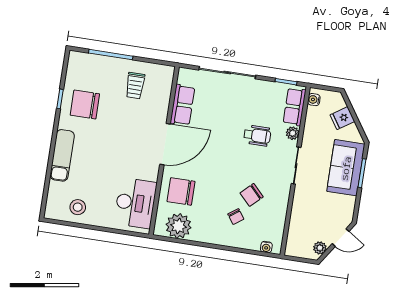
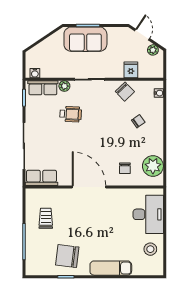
trolley: (135, 86) -> (46, 218), turned -90
chair: (85, 105) -> (67, 256), turned 97
row of seats: (182, 105) -> (41, 178), moved
fridge: (342, 118) -> (131, 70), moved, turned -146
wheelchair: (257, 136) -> (71, 114), turned 93
chair: (181, 191) -> (125, 168), width x0.54, depth x0.54
chair: (252, 195) -> (125, 92), moved
desk: (135, 203) -> (148, 214), moved, turned 90

